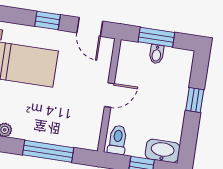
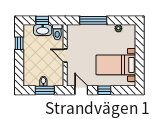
door: (109, 95) -> (65, 55), hinge flipped
window: (195, 100) -> (19, 43), moved
washbasin: (163, 151) -> (43, 30), moved

